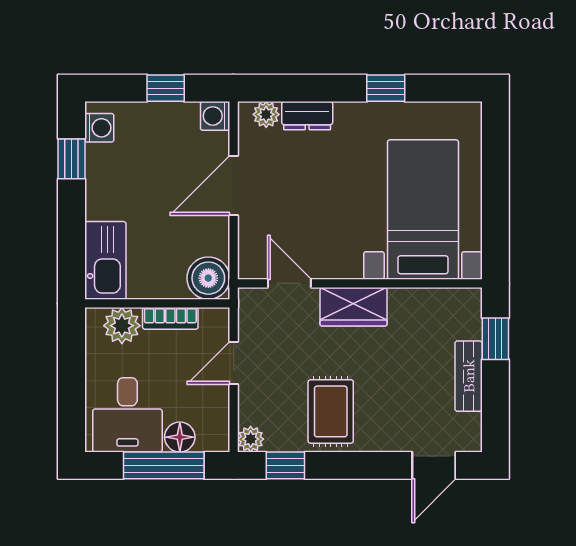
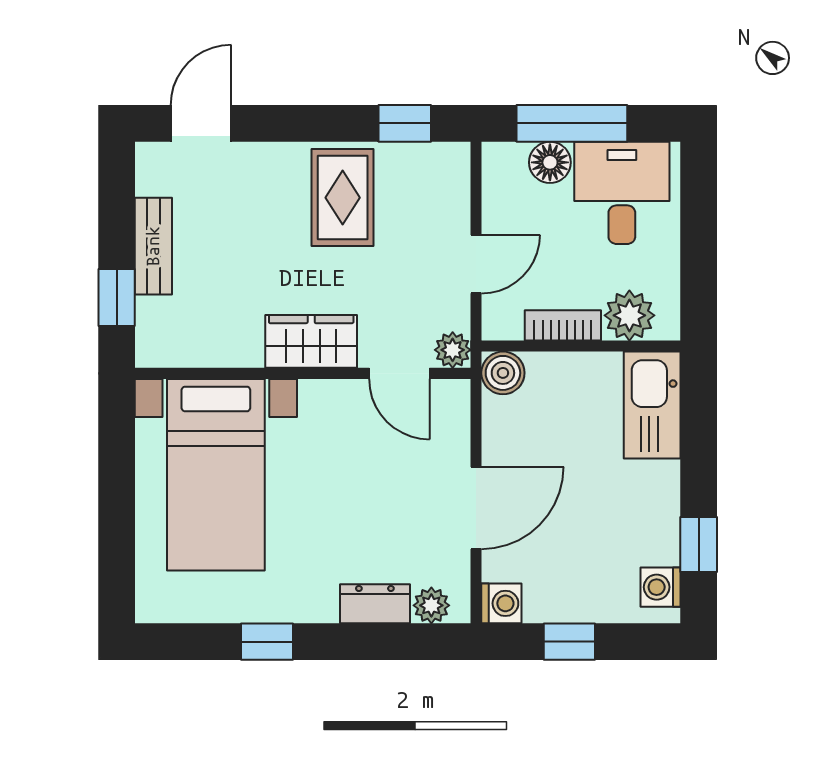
boiler: (208, 278) -> (503, 373), width x0.73, depth x0.73
plant: (251, 439) -> (453, 350), moved

